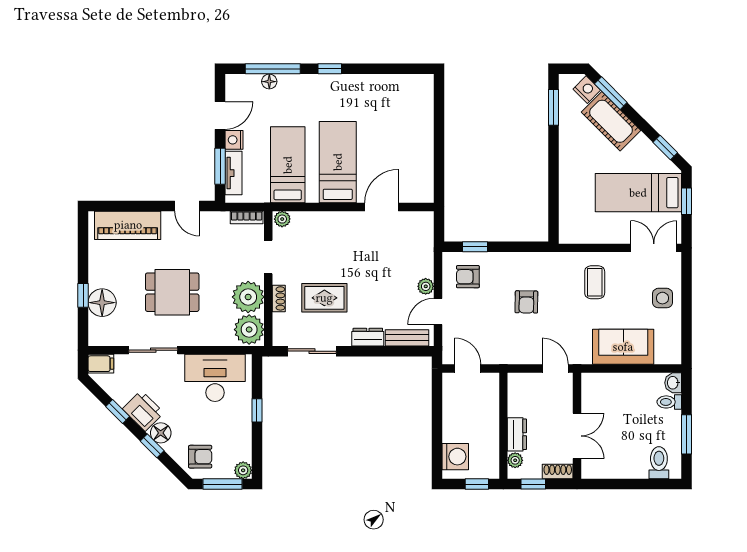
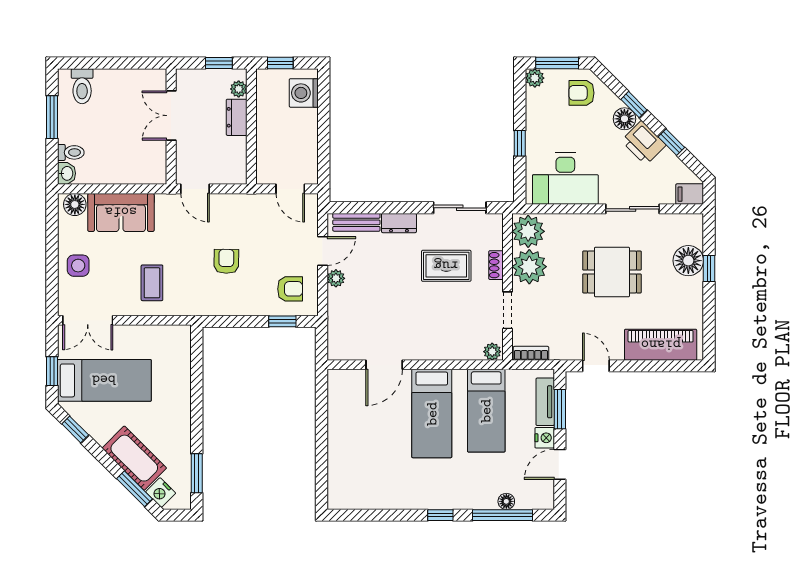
floor lamp: (666, 354) -> (75, 204), added
shoe rack: (558, 472) -> (192, 77), removed

